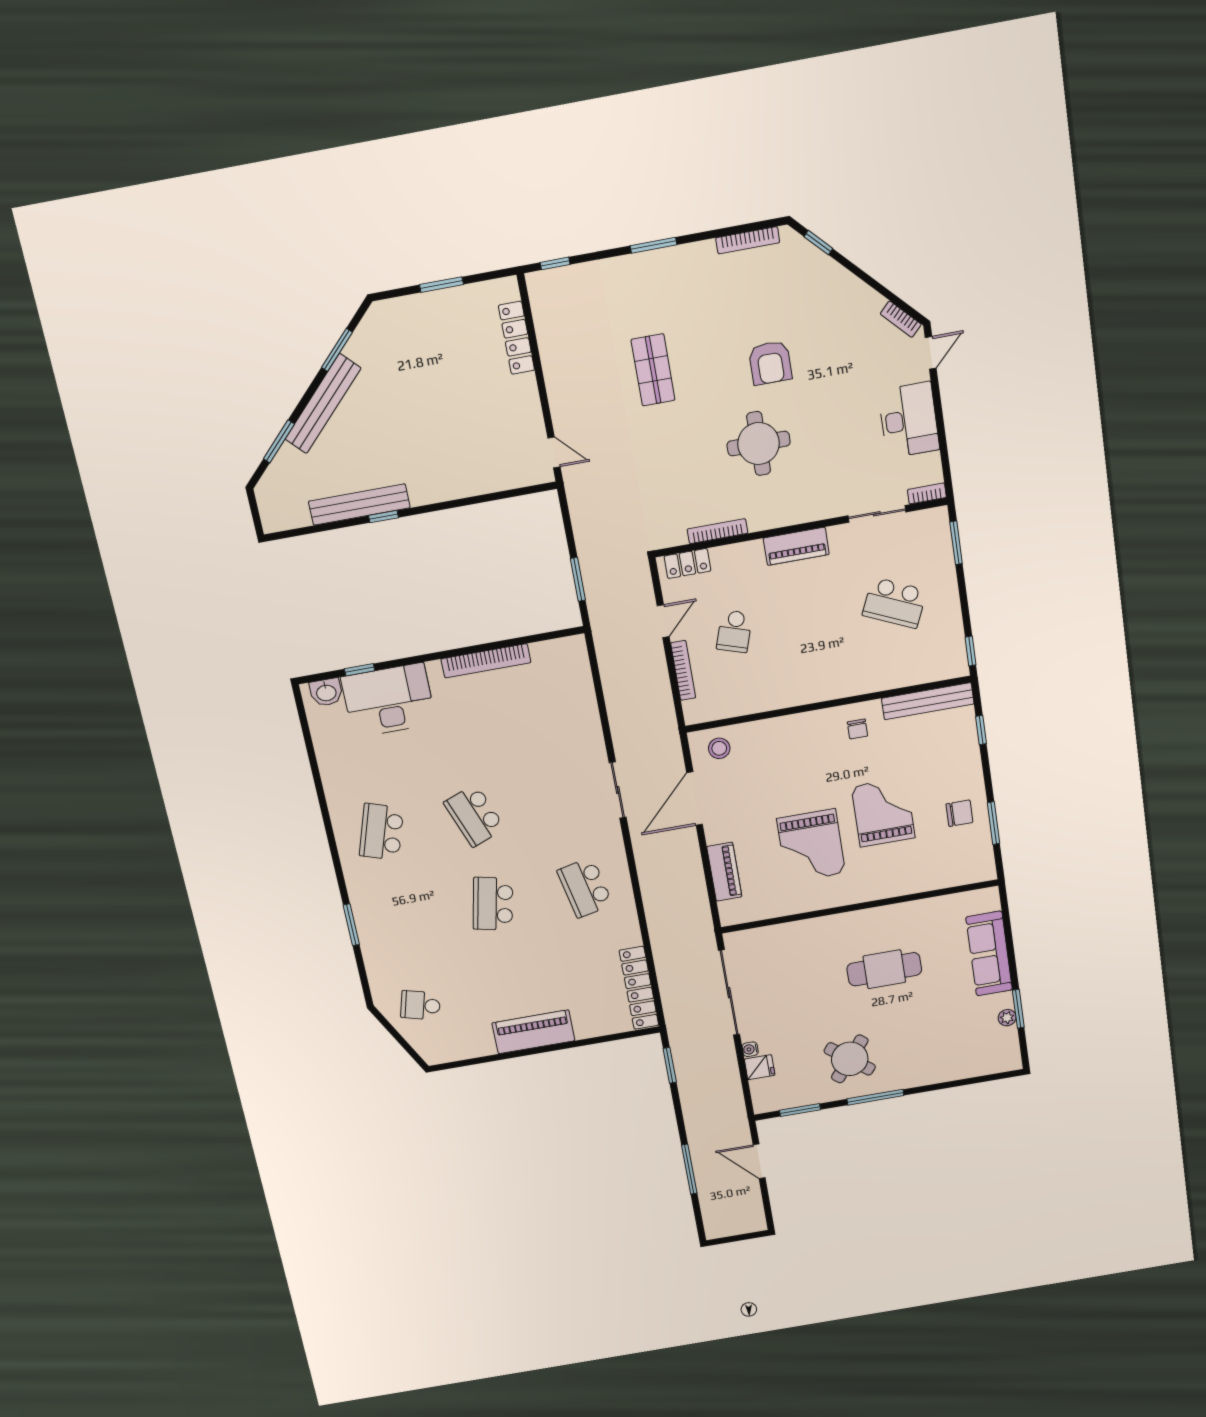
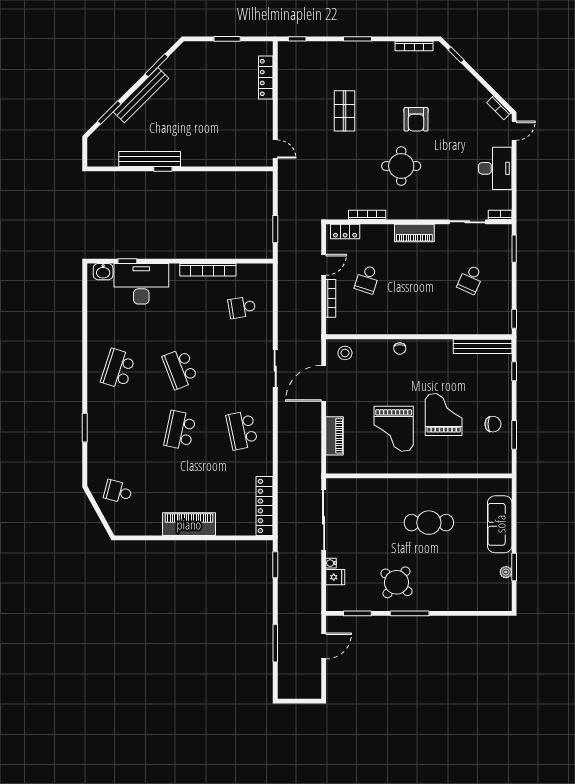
school desk: (895, 603) -> (470, 279), width x0.54
school desk: (550, 708) -> (242, 307), added
chair: (857, 729) -> (400, 349), moved
door: (759, 1161) -> (324, 646), swing flipped

